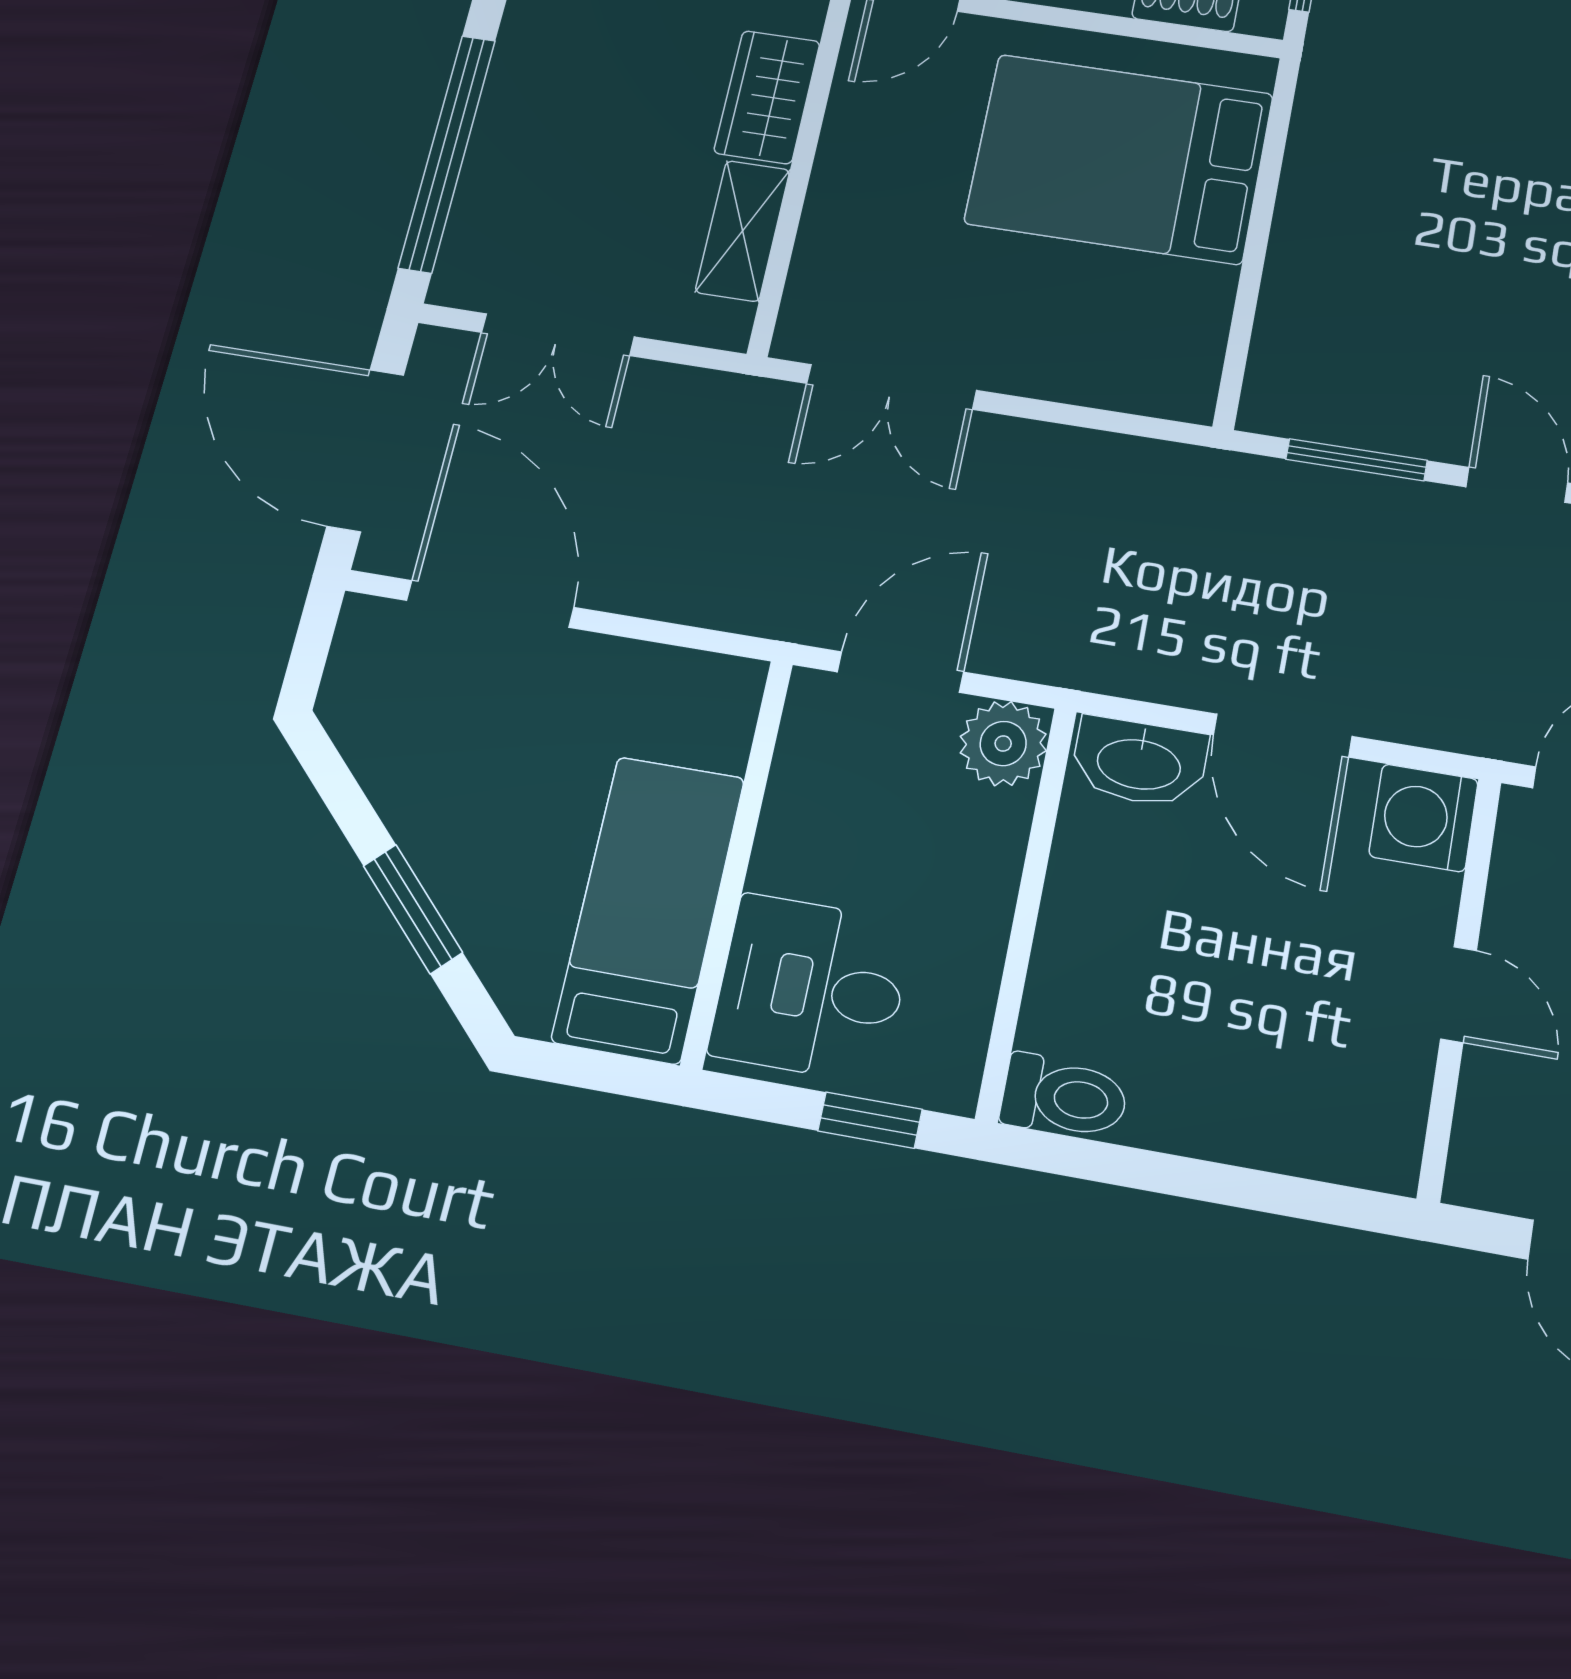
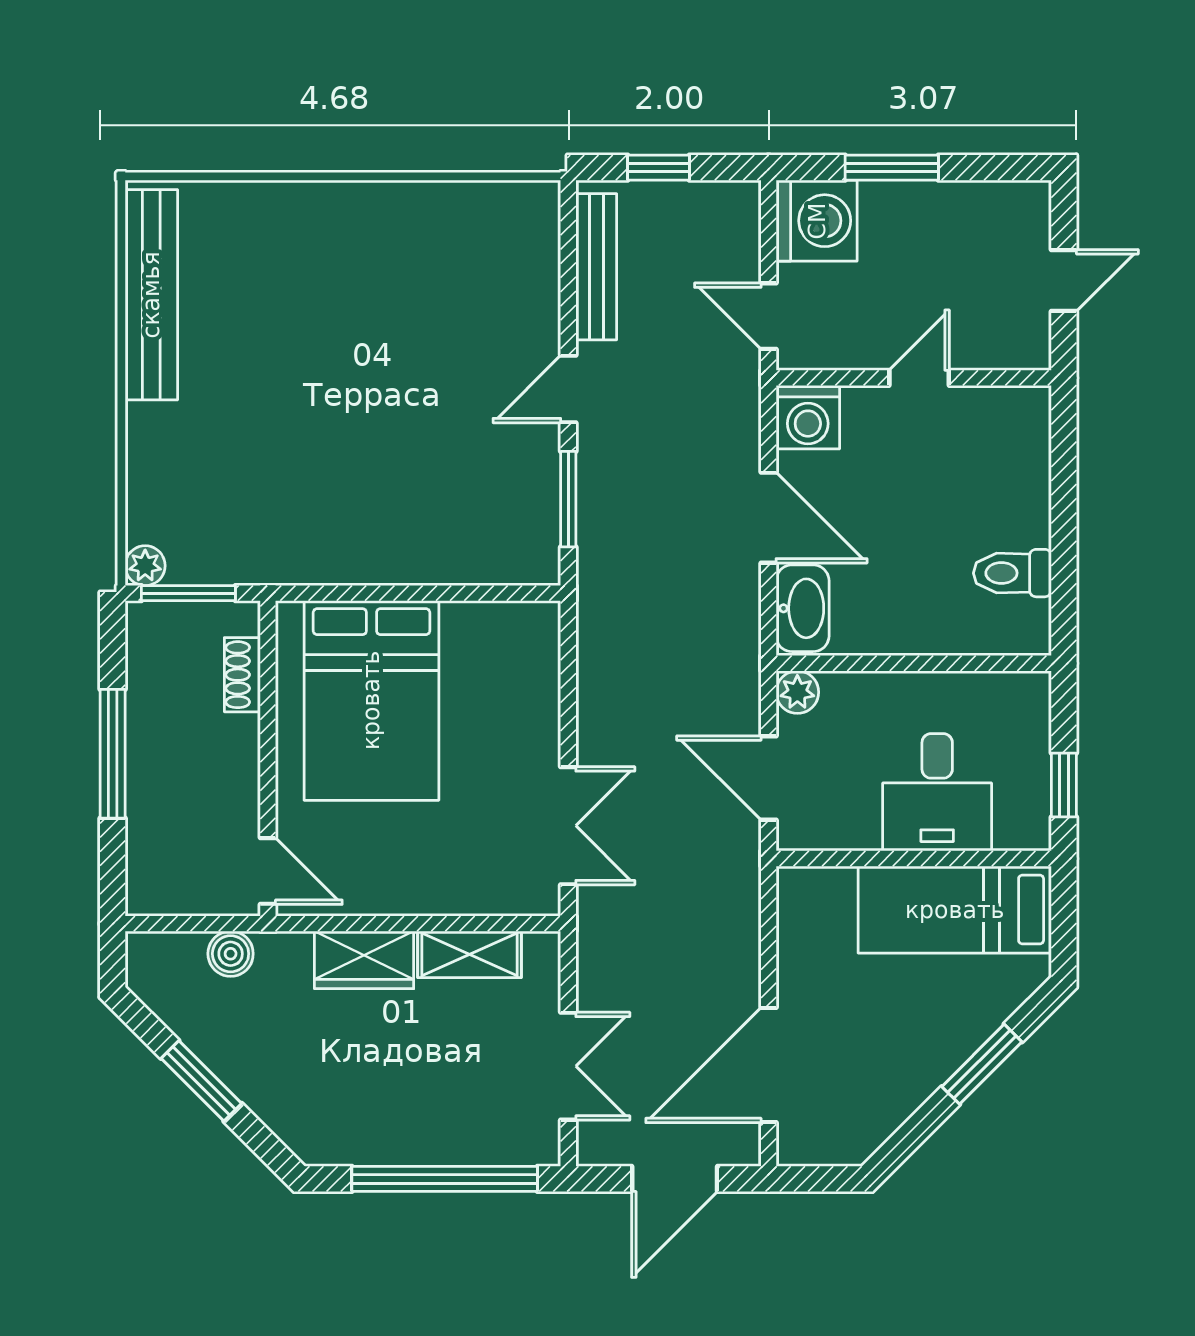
door: (365, 450) -> (675, 1179), width x0.73
door: (1282, 735) -> (769, 518), hinge flipped
plant: (1003, 743) -> (797, 692), width x0.73, depth x0.73
desk: (811, 988) -> (937, 792), moved
toilet: (1064, 1097) -> (1012, 573), moved, turned -90
window: (870, 1120) -> (1064, 785), moved

